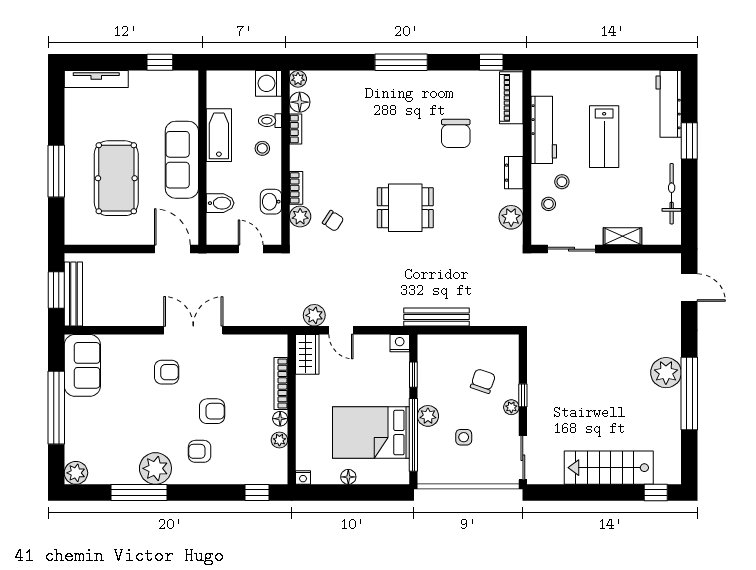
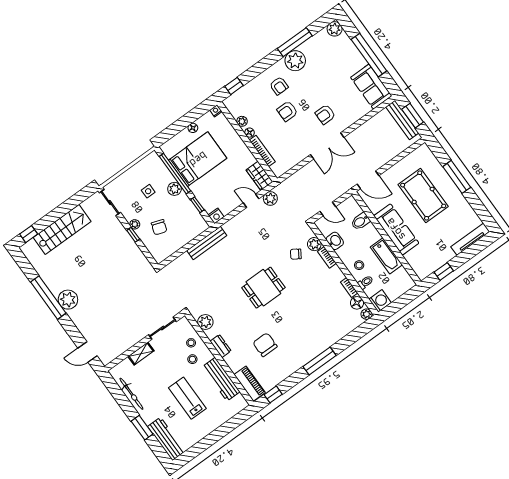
armchair: (200, 451) -> (279, 86), turned 90

